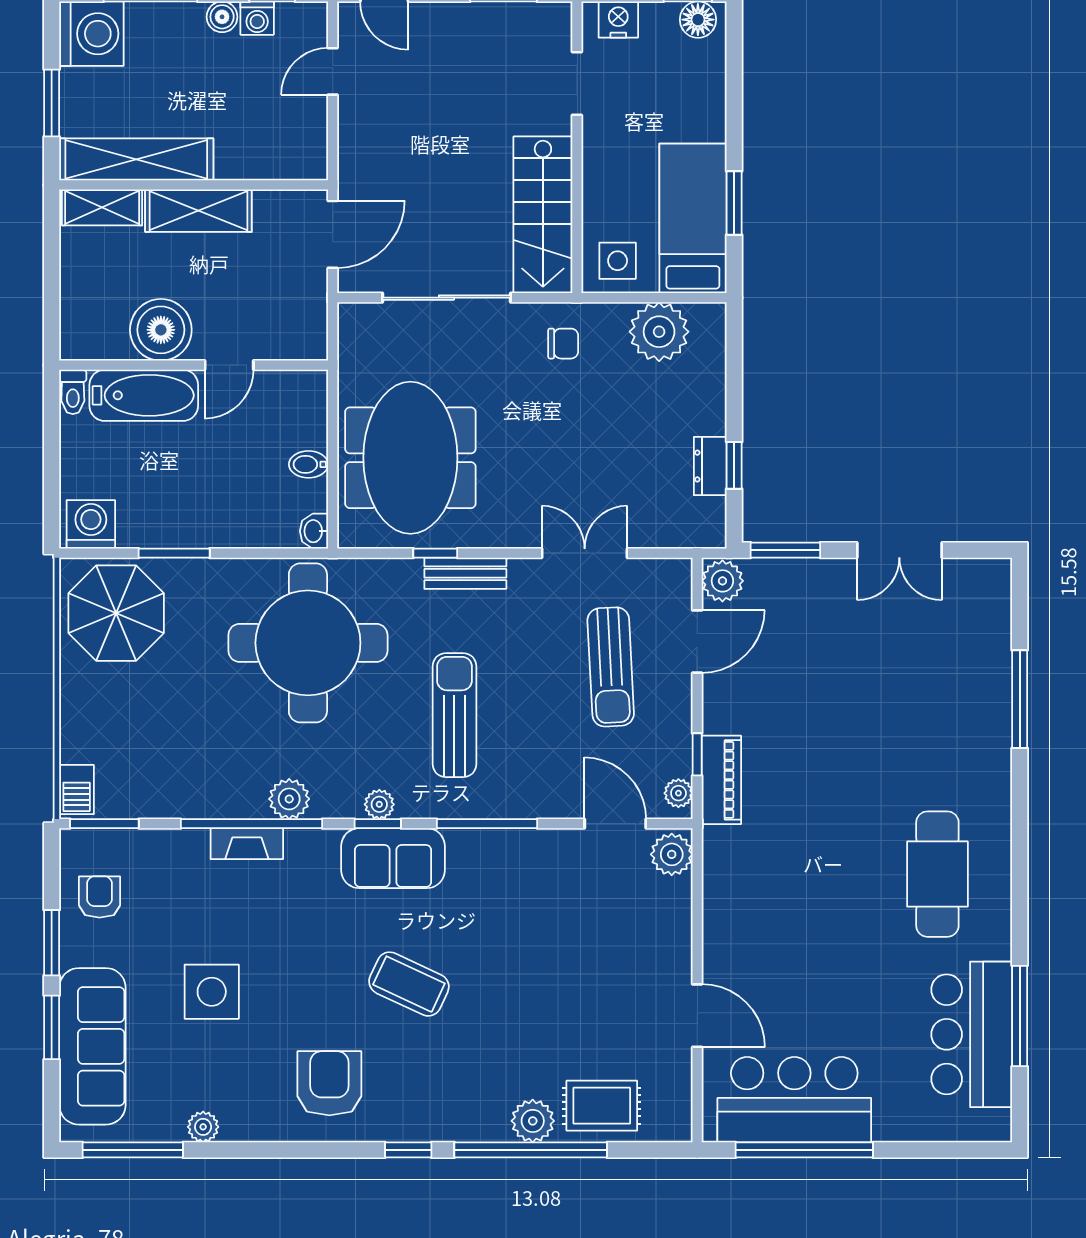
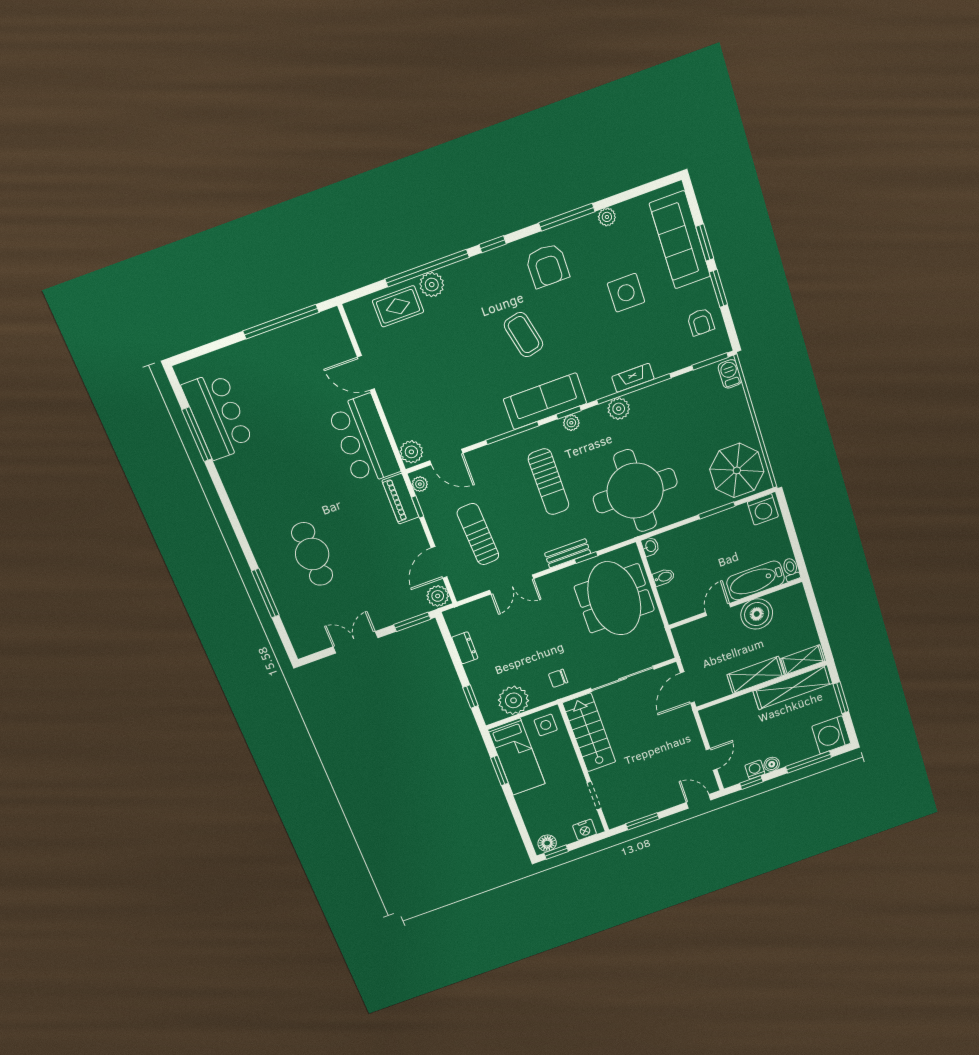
window: (734, 465) -> (470, 697), moved
sofa: (393, 858) -> (545, 401), width x1.36
cafe table: (937, 874) -> (312, 554), moved
coffee table: (409, 984) -> (524, 335), turned 52
bar counter: (794, 1100) -> (364, 440), moved, turned 90
window: (133, 1150) -> (567, 217), moved

